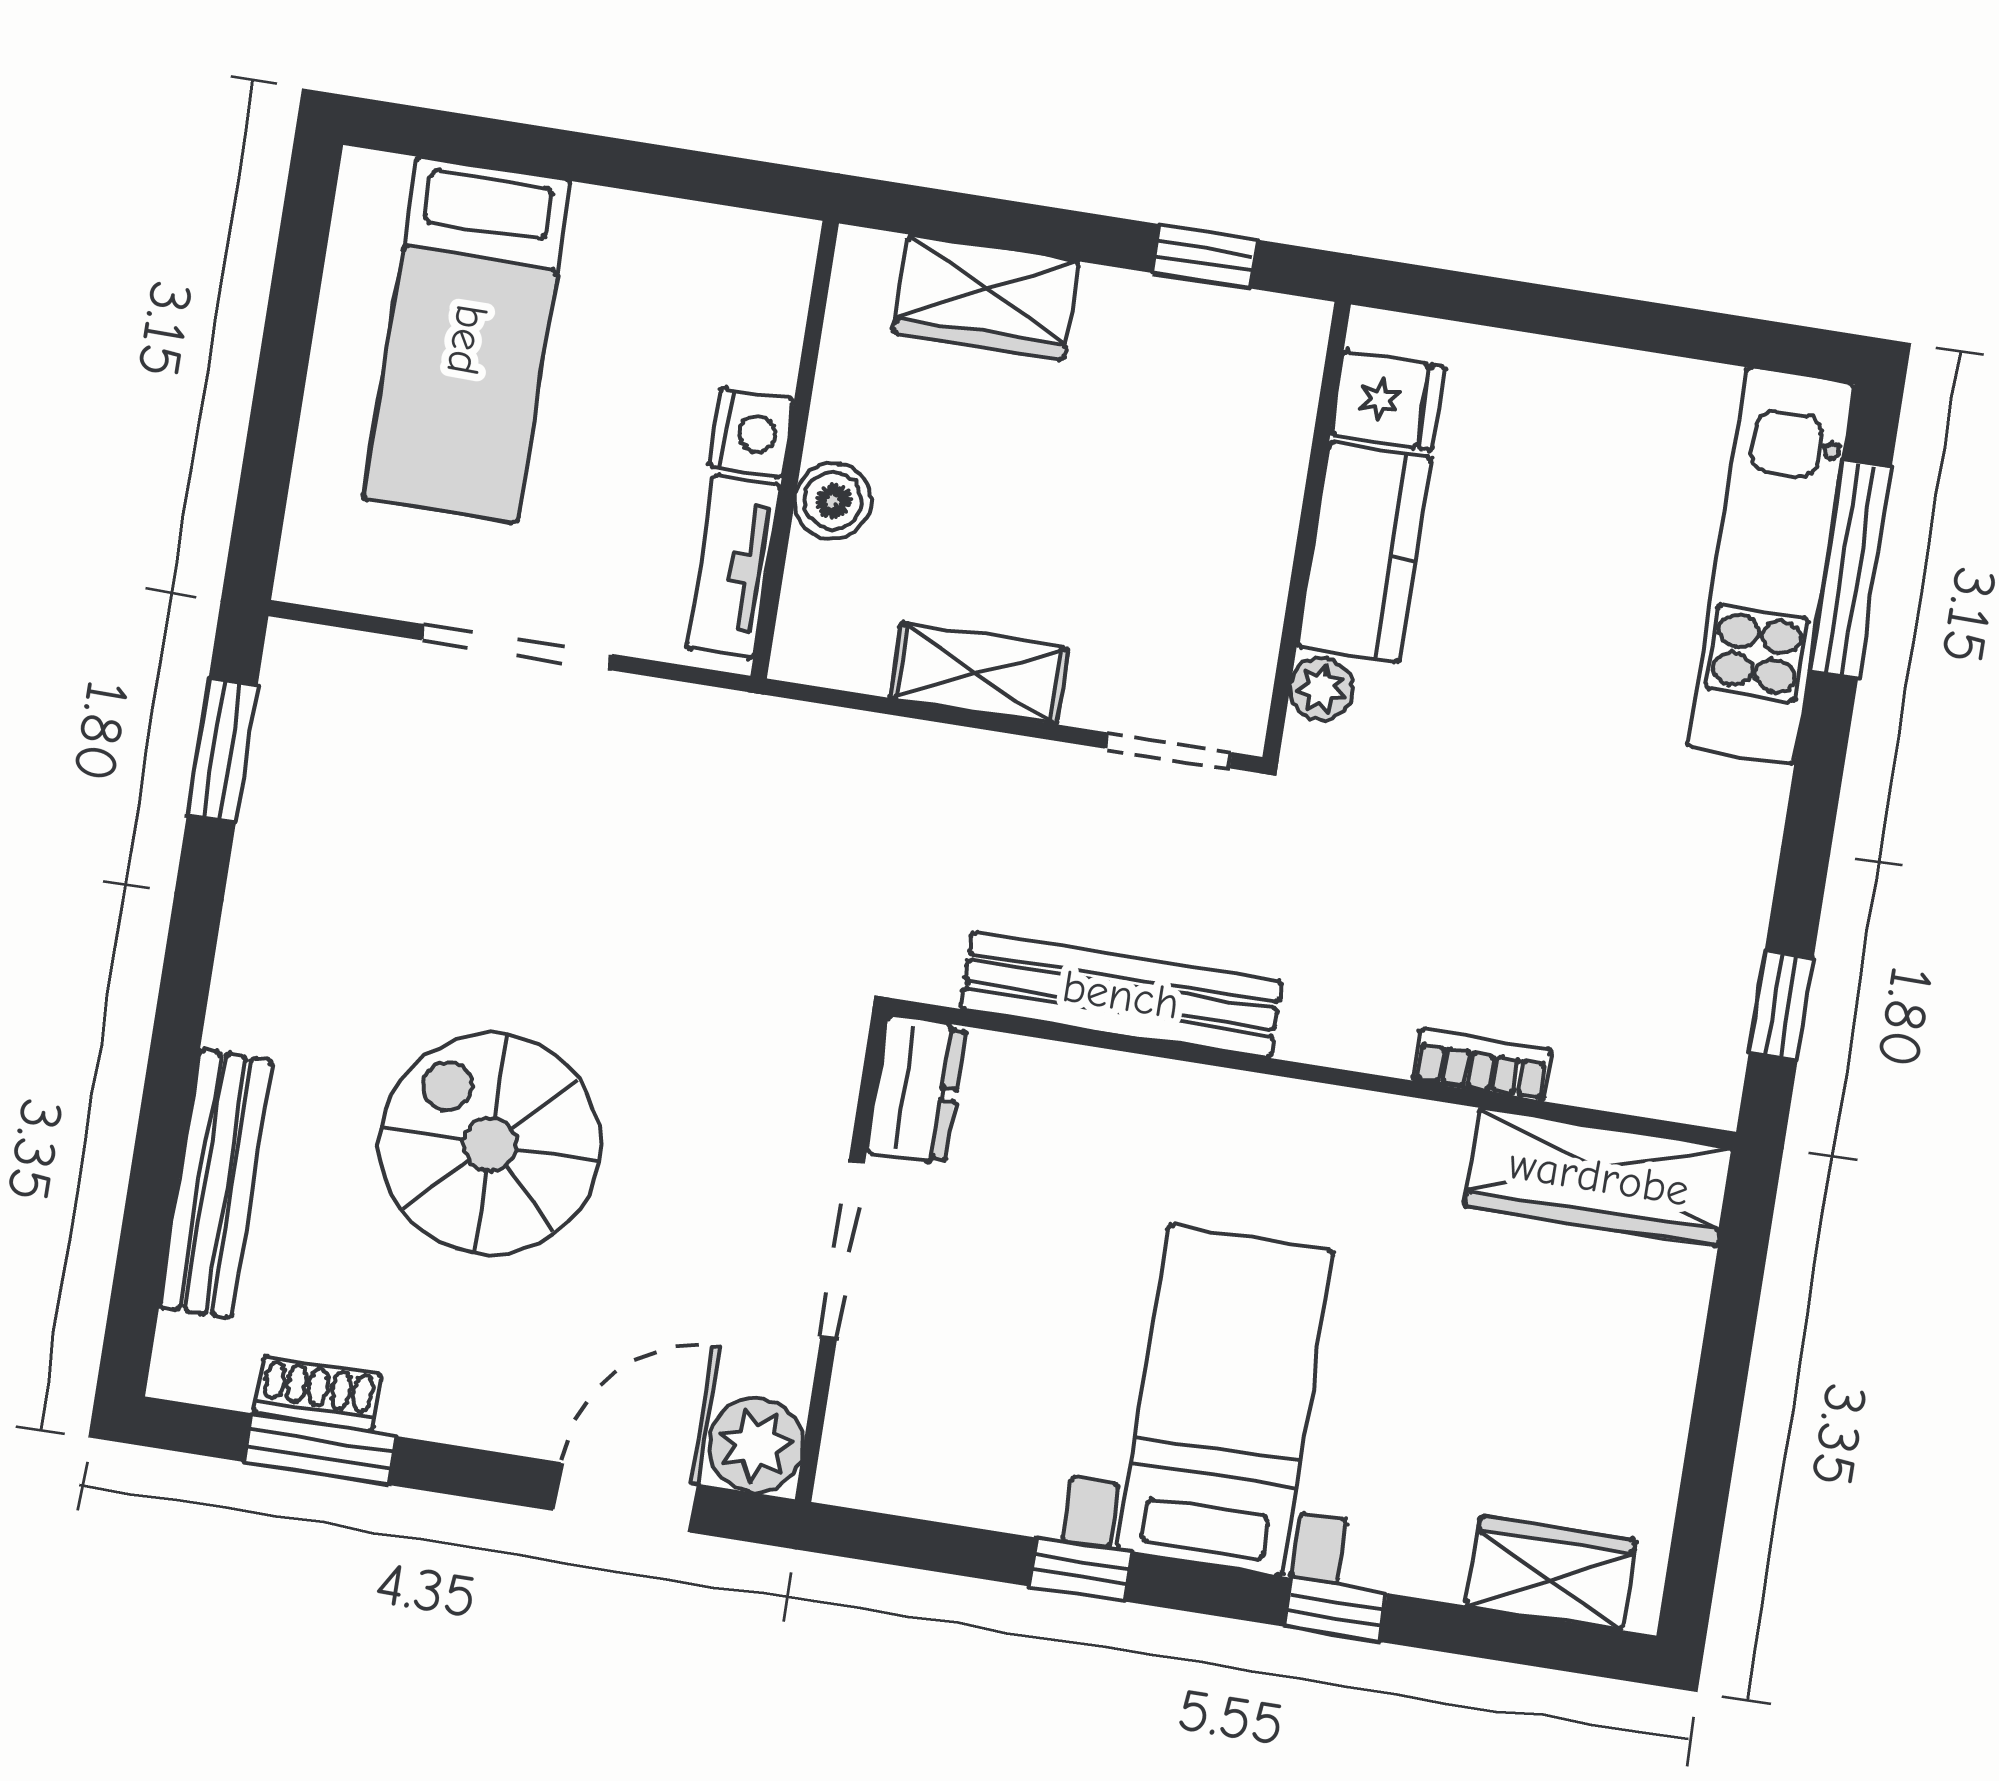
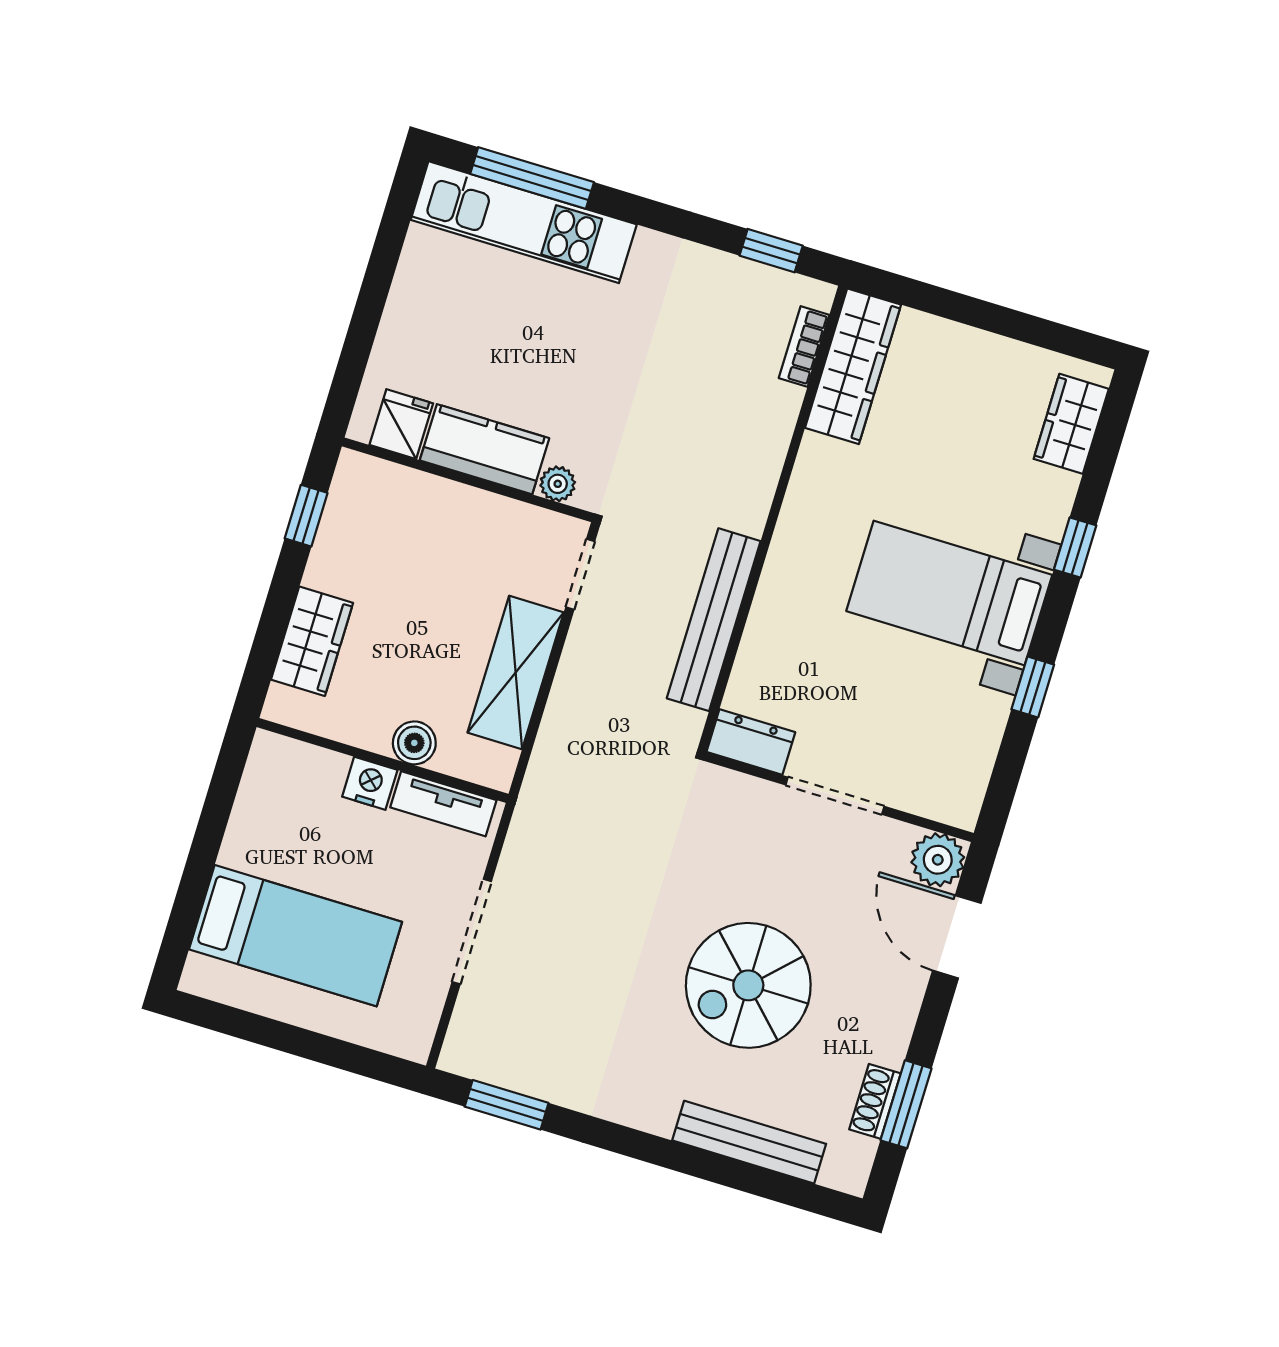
shelving: (979, 674) -> (516, 673), width x1.50, depth x1.33
bookcase: (1482, 1065) -> (804, 346), moved

